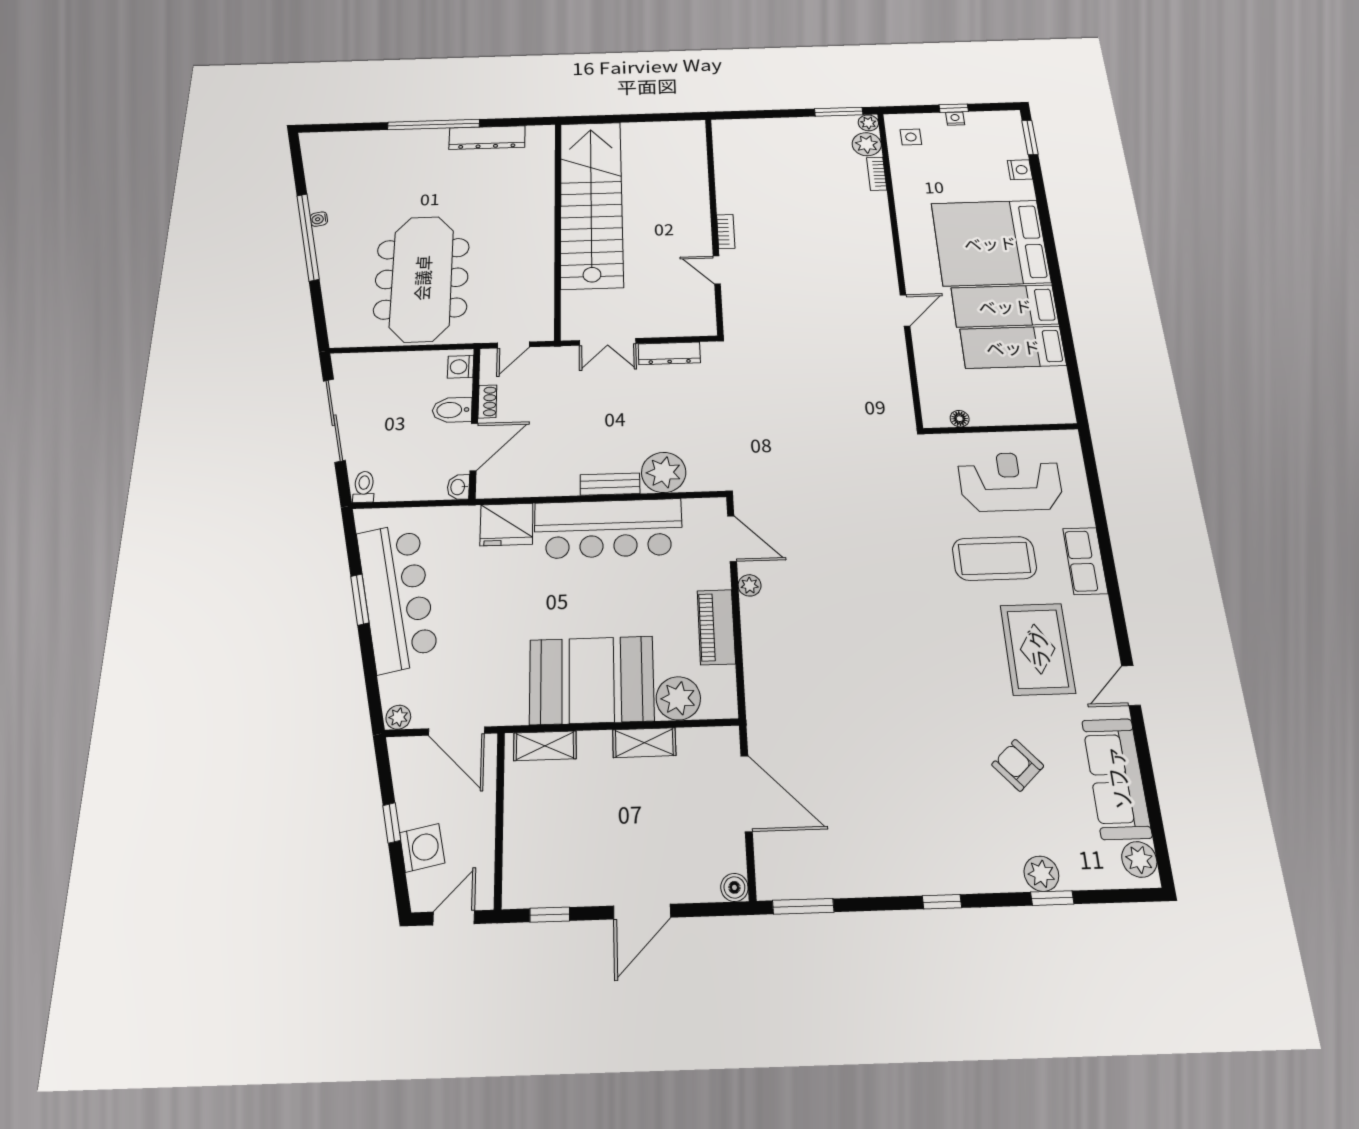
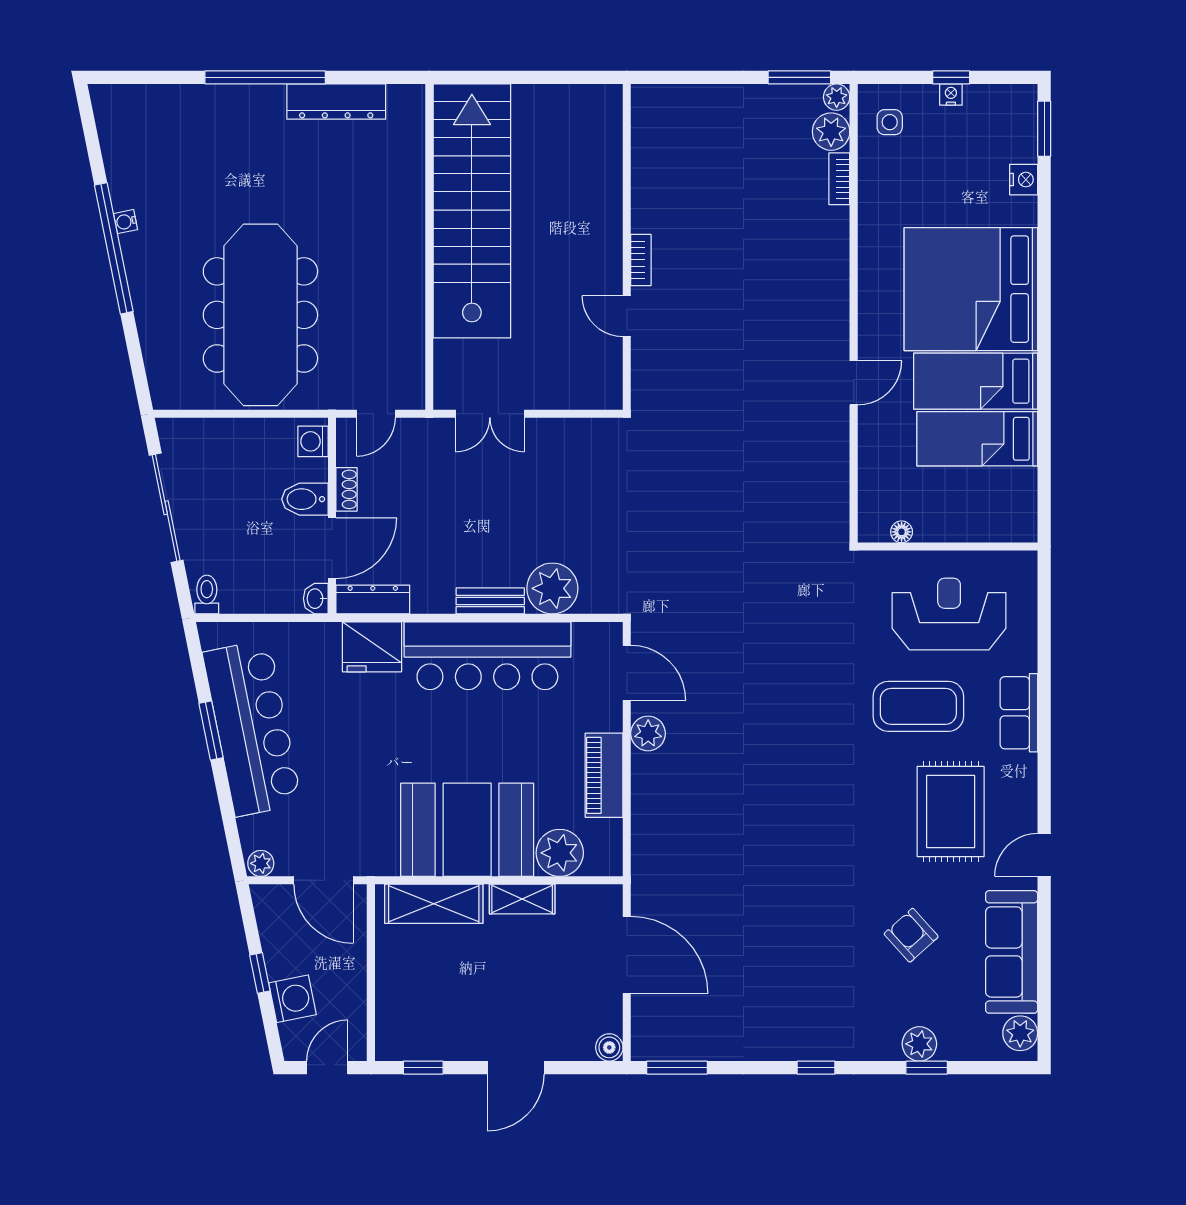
dresser: (669, 353) -> (373, 600), moved, turned 180
plant: (750, 585) -> (648, 733), width x1.38, depth x1.38
shelving: (545, 746) -> (434, 904), width x1.50, depth x1.33

